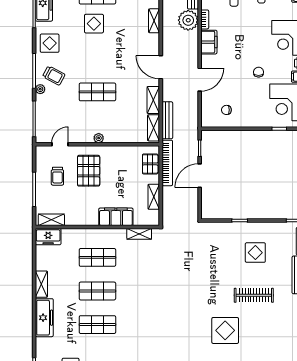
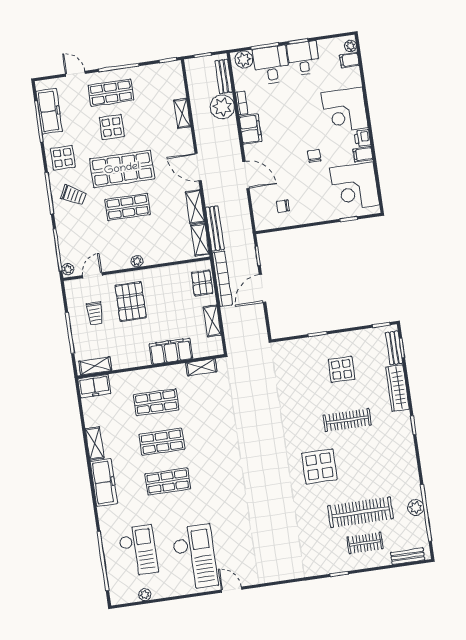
shop shelf: (97, 60) -> (122, 169), added
door: (200, 80) -> (246, 175), hinge flipped
plant: (40, 89) -> (68, 269), moved

